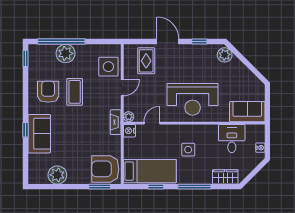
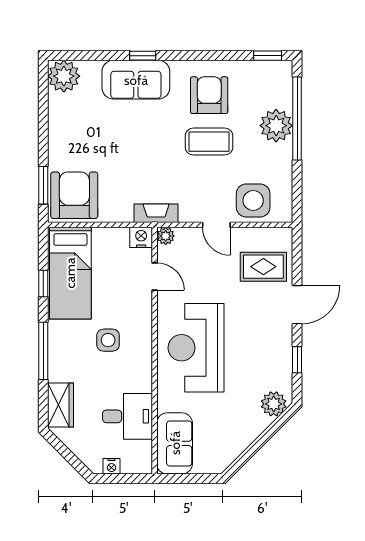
armchair: (48, 92) -> (209, 95), turned -90
plant: (57, 175) -> (64, 76), moved

